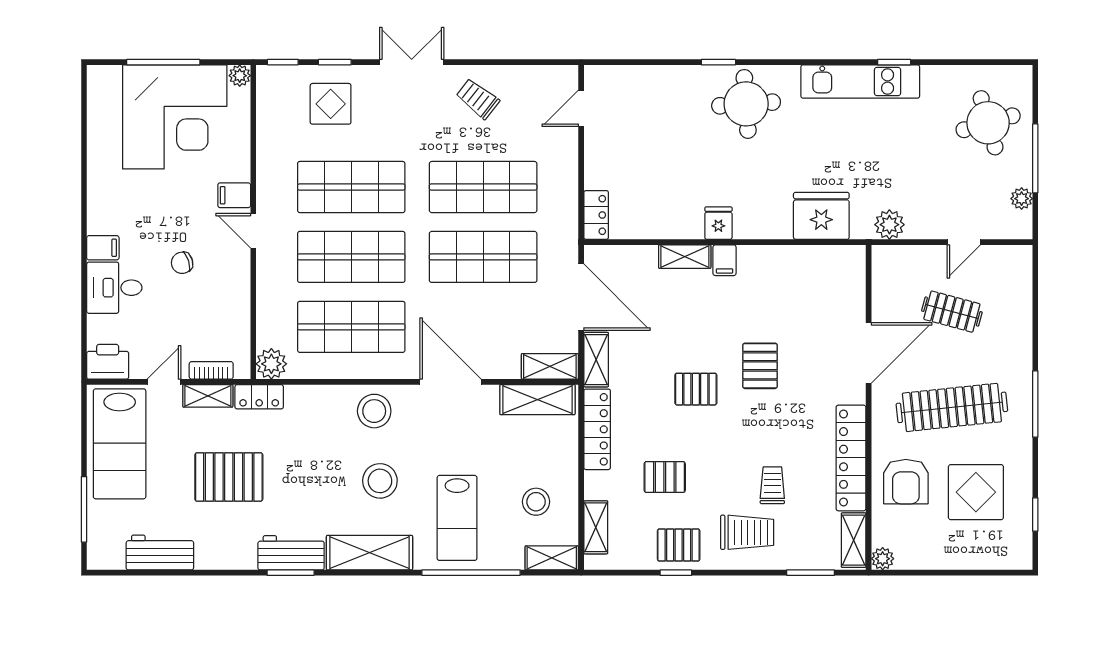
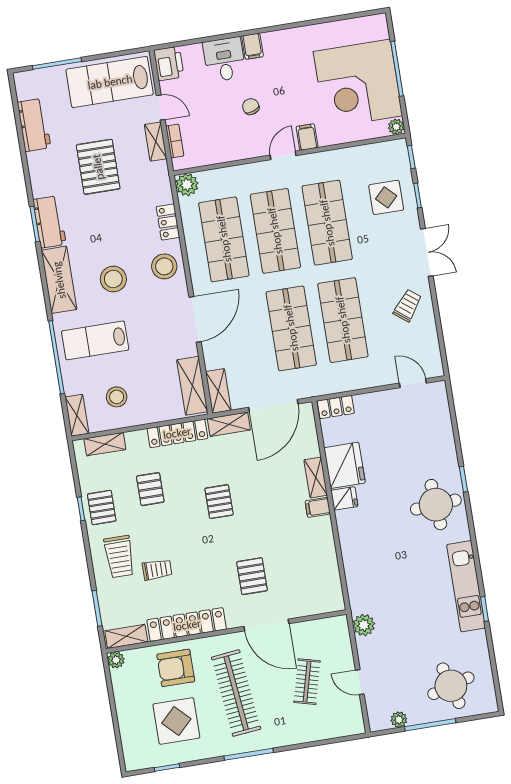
fridge: (821, 216) -> (345, 465), moved
pallet: (760, 366) -> (252, 576), moved, turned 90
locker: (259, 397) -> (168, 222), moved

